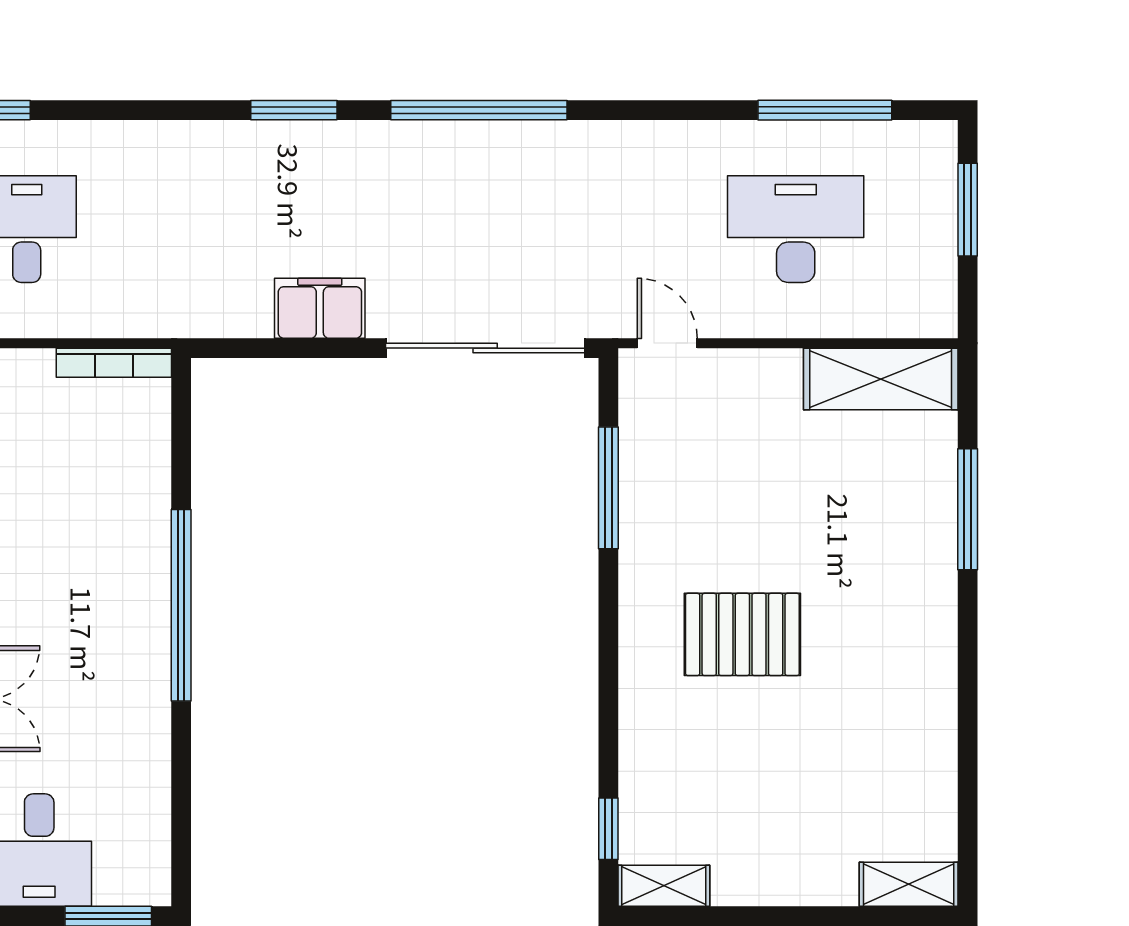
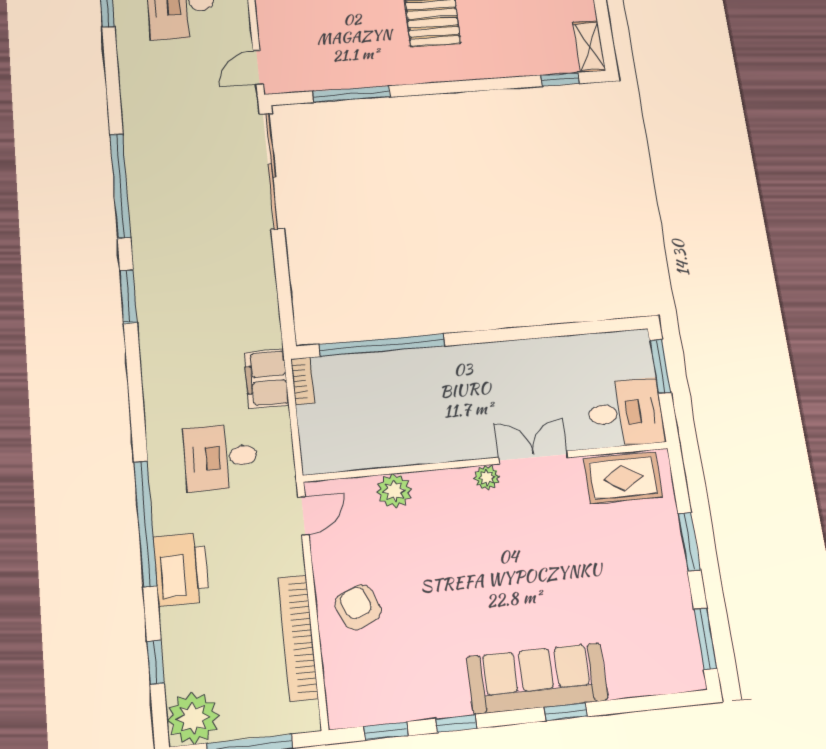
filing cabinet: (320, 308) -> (266, 379), moved
bookcase: (114, 363) -> (303, 381), width x0.64
window: (181, 605) -> (382, 345), moved

